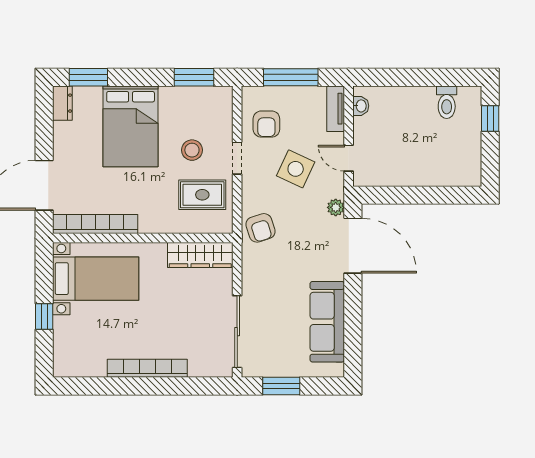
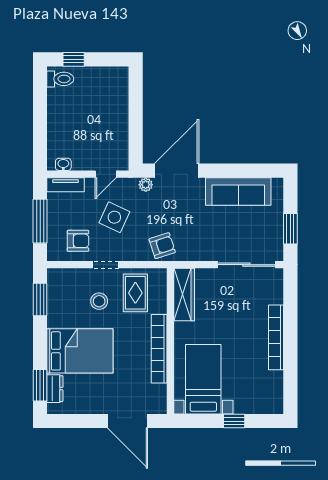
toilet: (447, 102) -> (60, 79), moved
dresser: (62, 103) -> (55, 389), moved, turned 90
bookcase: (95, 224) -> (159, 349), moved

